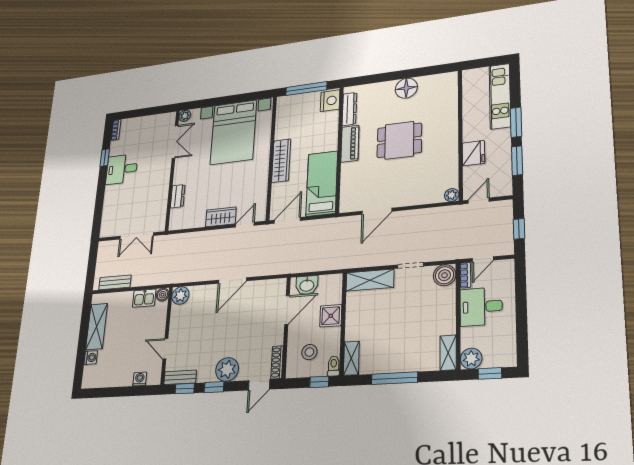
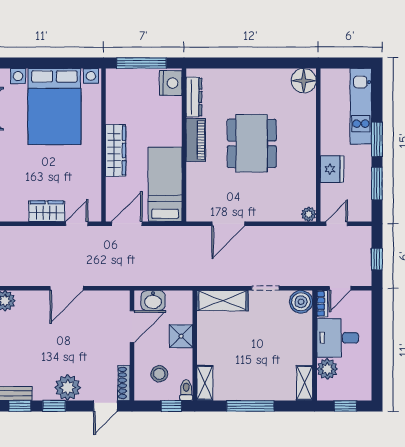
floor lamp: (406, 88) -> (304, 81), moved
dining table: (399, 140) -> (252, 143), width x1.38
plant: (471, 359) -> (327, 369), moved

